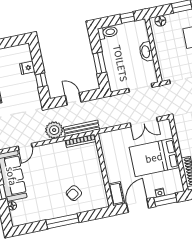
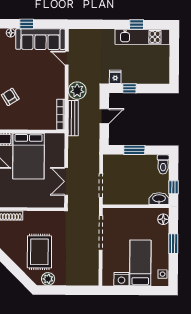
washbasin: (146, 52) -> (159, 199), moved
fridge: (27, 68) -> (115, 77), moved
bed: (154, 157) -> (28, 156), moved, turned 180

